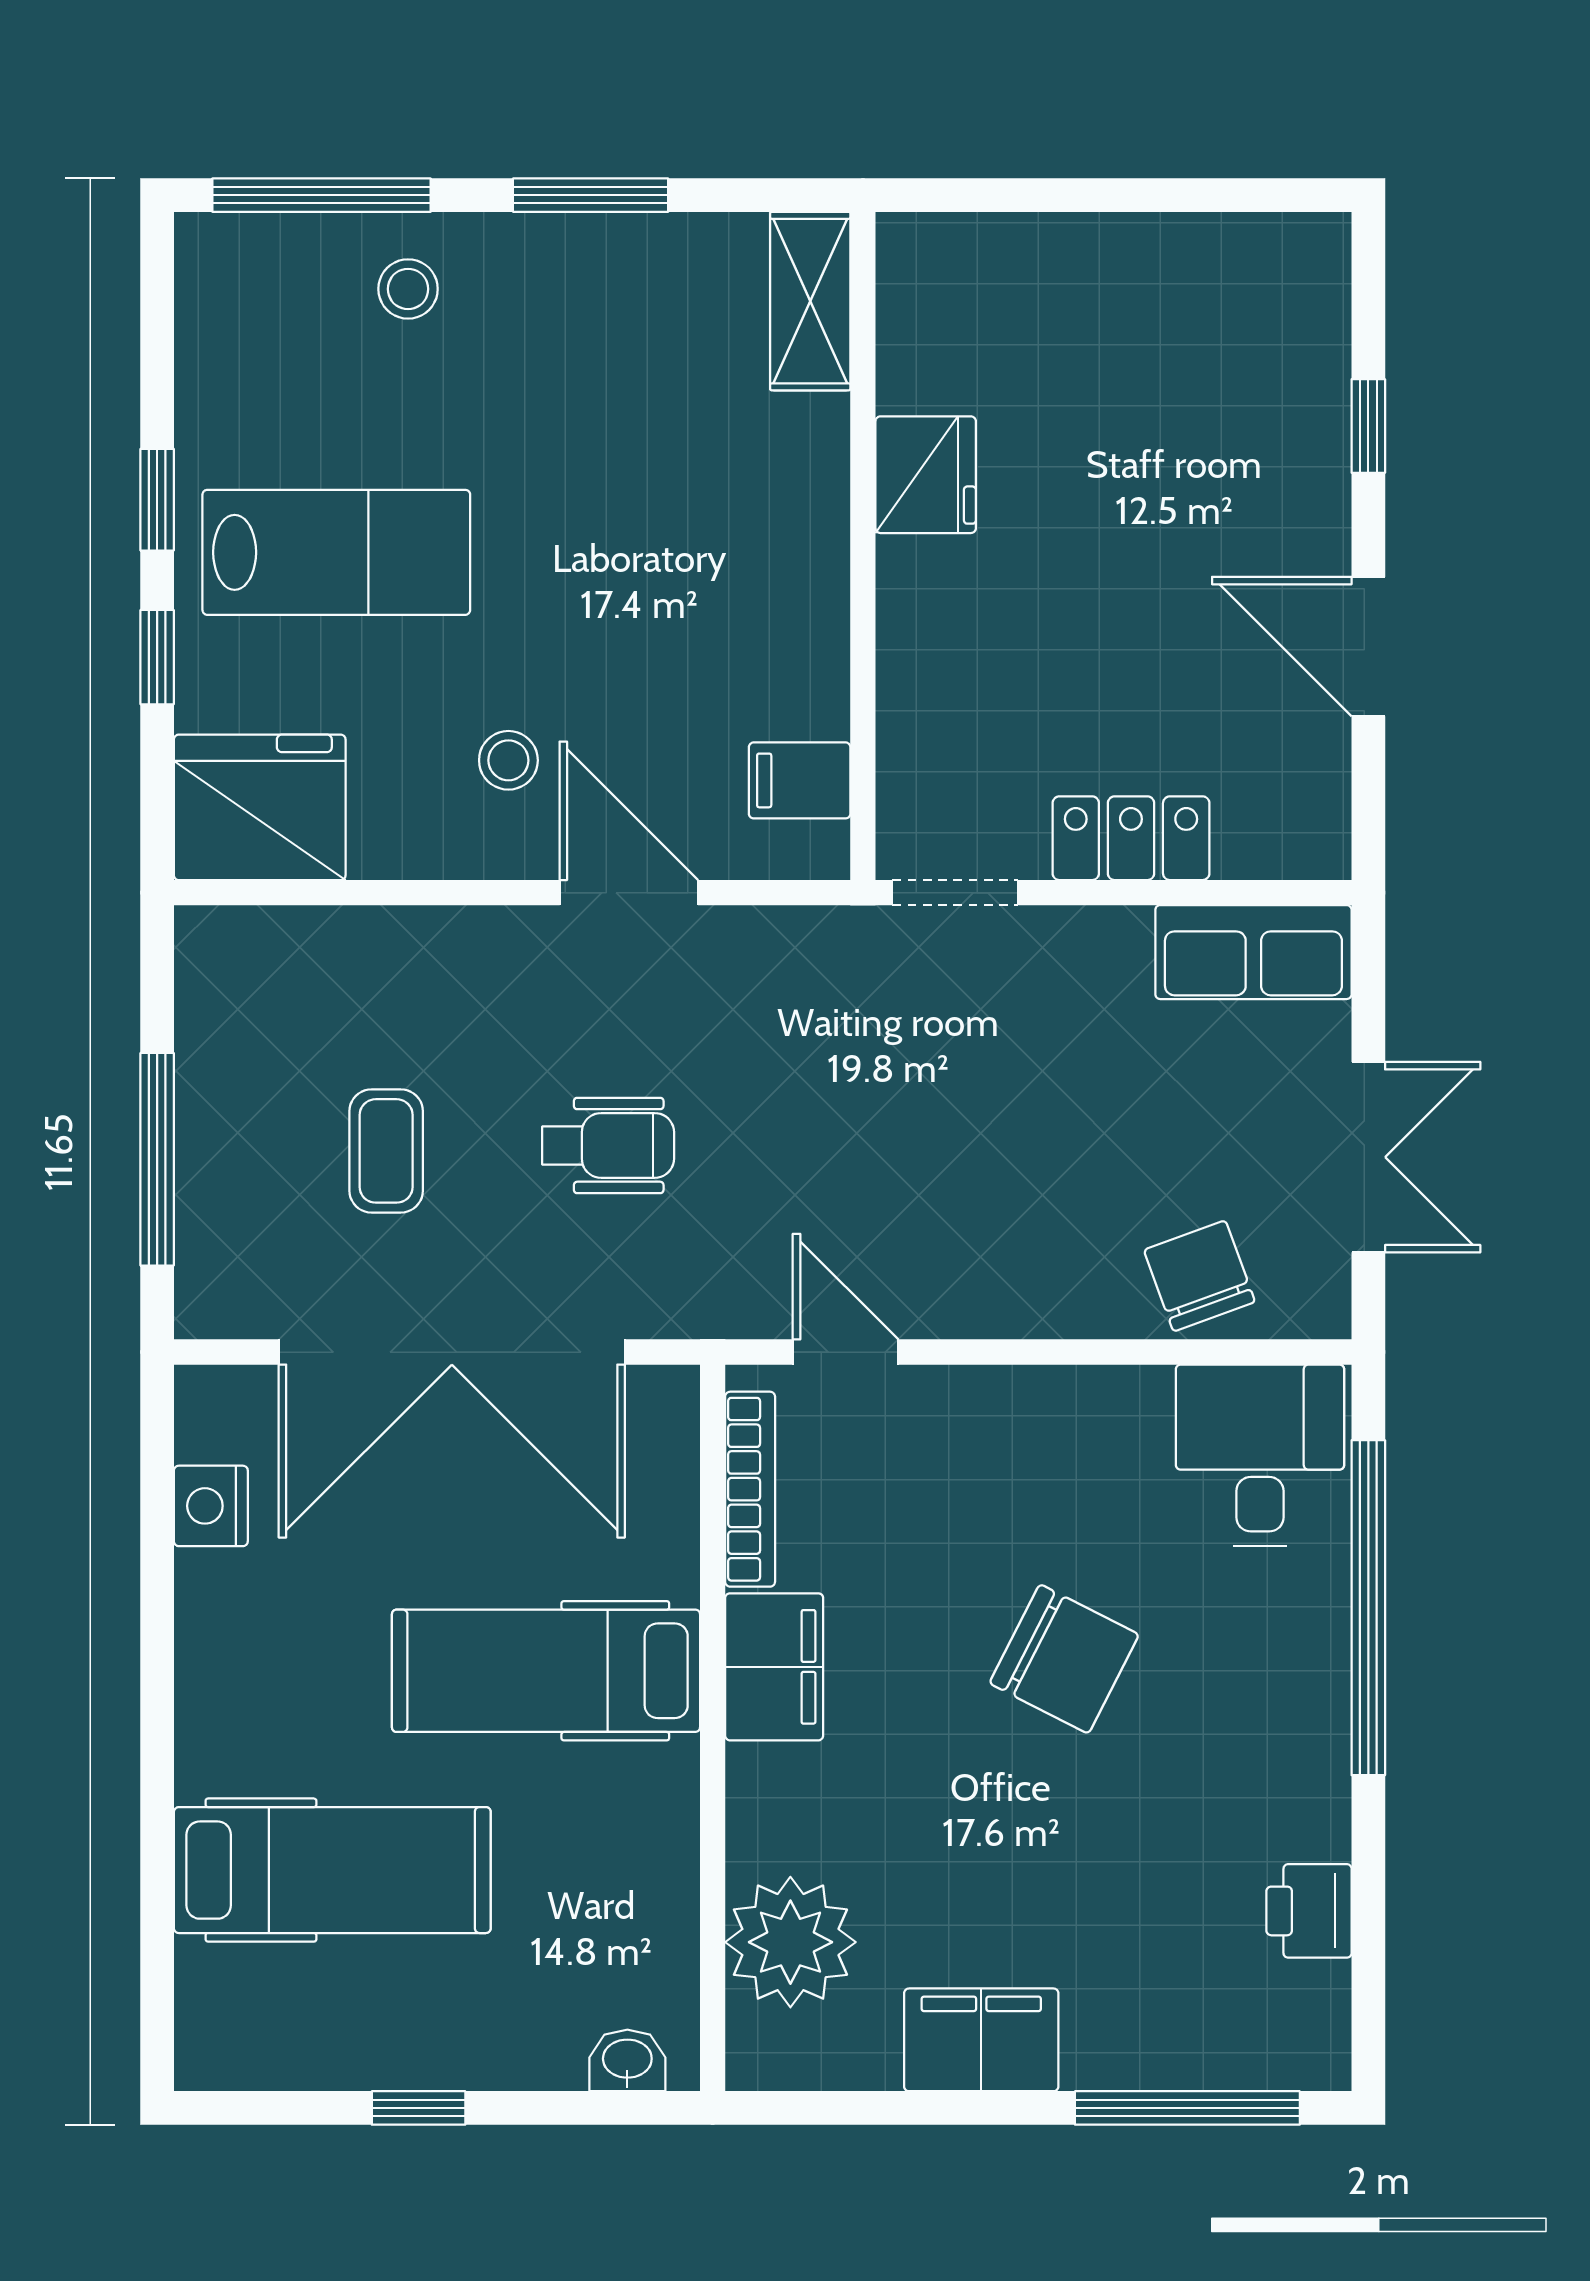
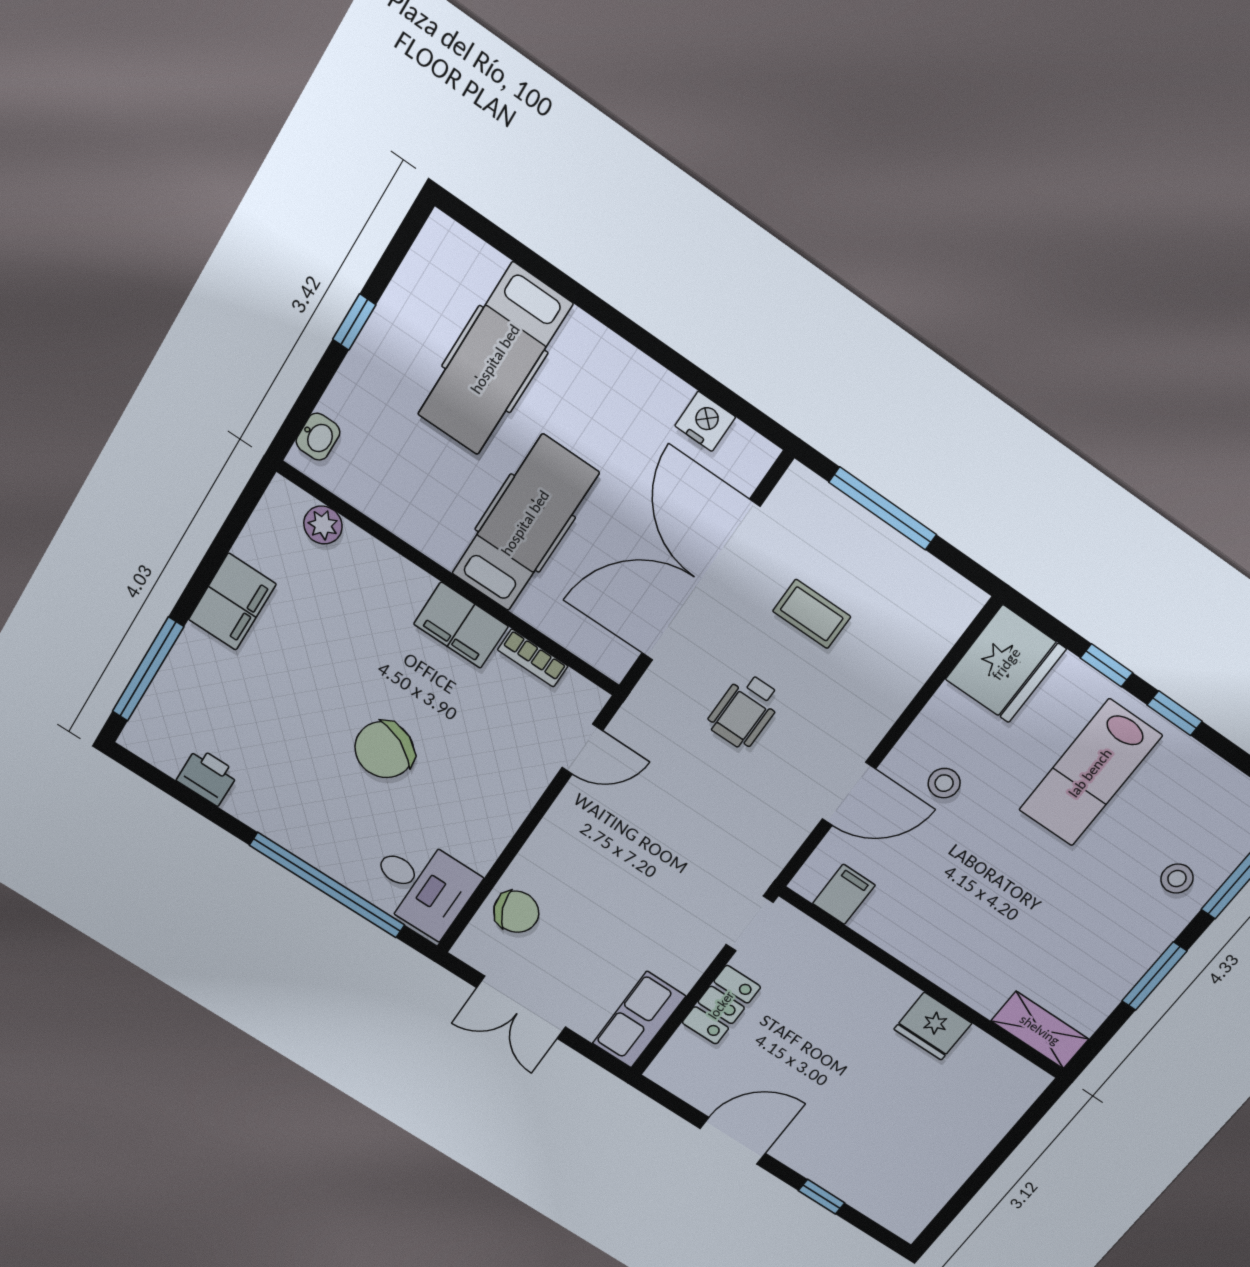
bookcase: (750, 1489) -> (533, 658), width x0.64
plant: (790, 1942) -> (323, 525), width x0.53, depth x0.53

